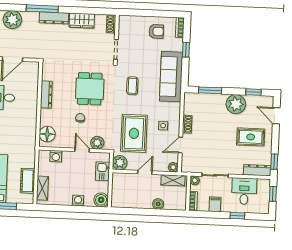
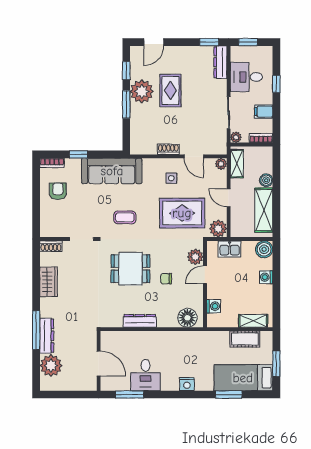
dresser: (54, 18) -> (47, 336), moved
window: (210, 90) -> (126, 104), moved
rug: (251, 137) -> (170, 91), moved
shelving: (134, 201) -> (264, 210), added

